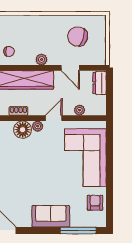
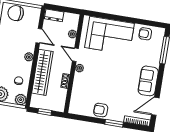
chair: (78, 37) -> (16, 13), moved, turned 74
door: (70, 68) -> (39, 36), hinge flipped
floor lamp: (23, 130) -> (80, 80), removed
sofa: (51, 216) -> (148, 81), moved

